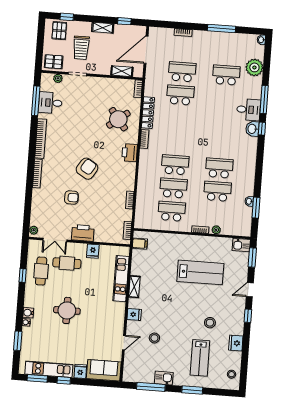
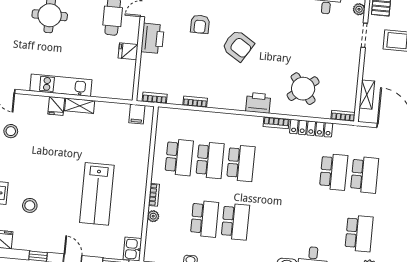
kitchen unit: (121, 279) -> (61, 85), moved
fridge: (134, 315) -> (56, 106), moved

